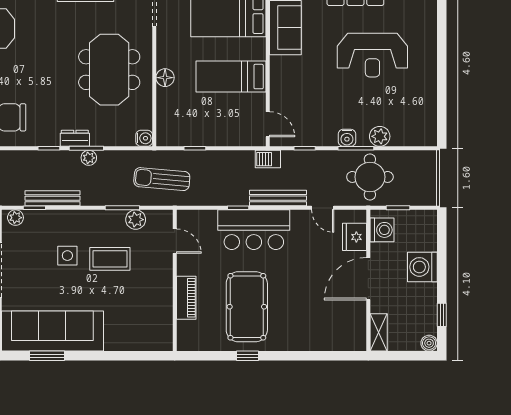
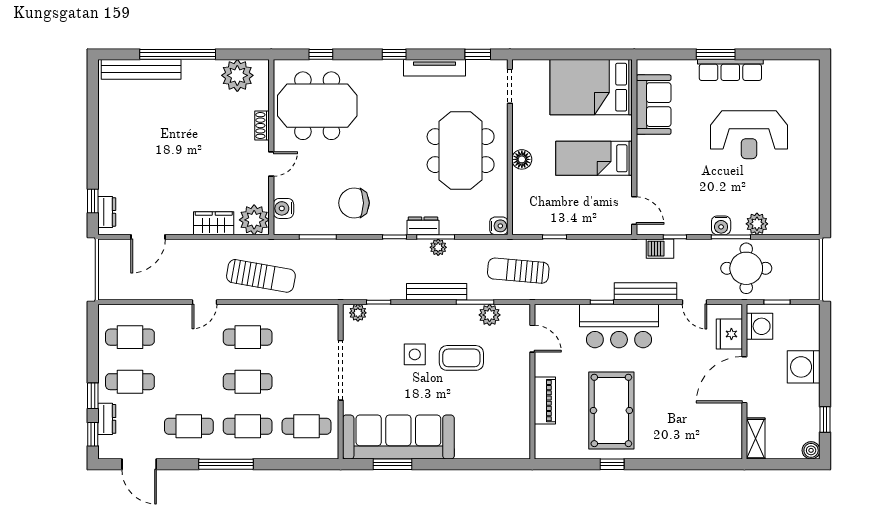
barbecue: (268, 159) -> (660, 249), moved
bench: (53, 198) -> (437, 292), moved

